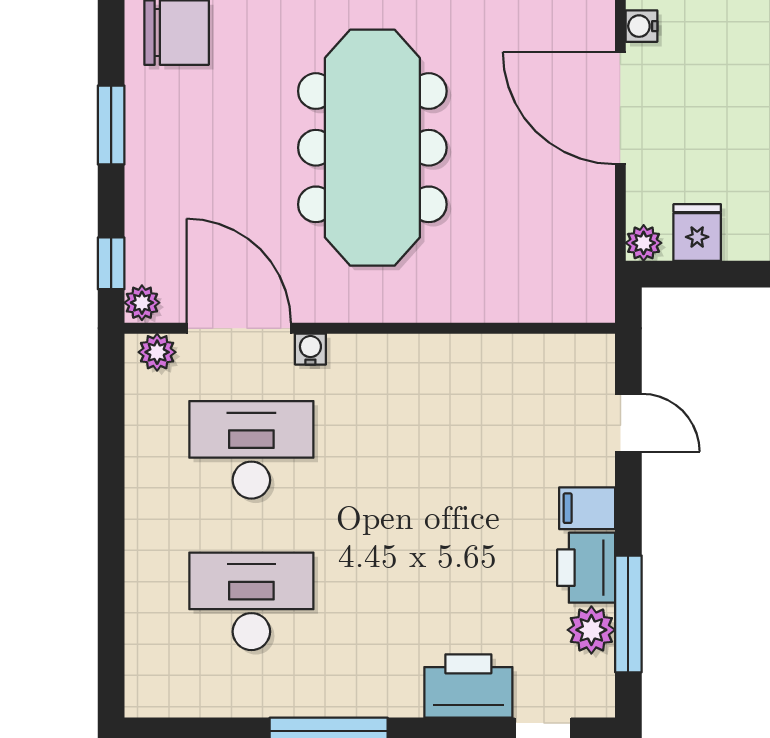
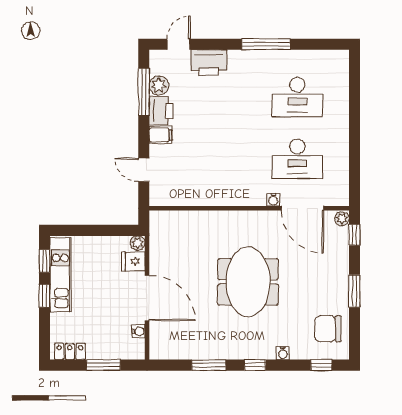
meeting table: (372, 148) -> (248, 282), width x0.73
fridge: (697, 232) -> (133, 261), moved, turned 90
plant: (157, 352) -> (336, 199), removed

